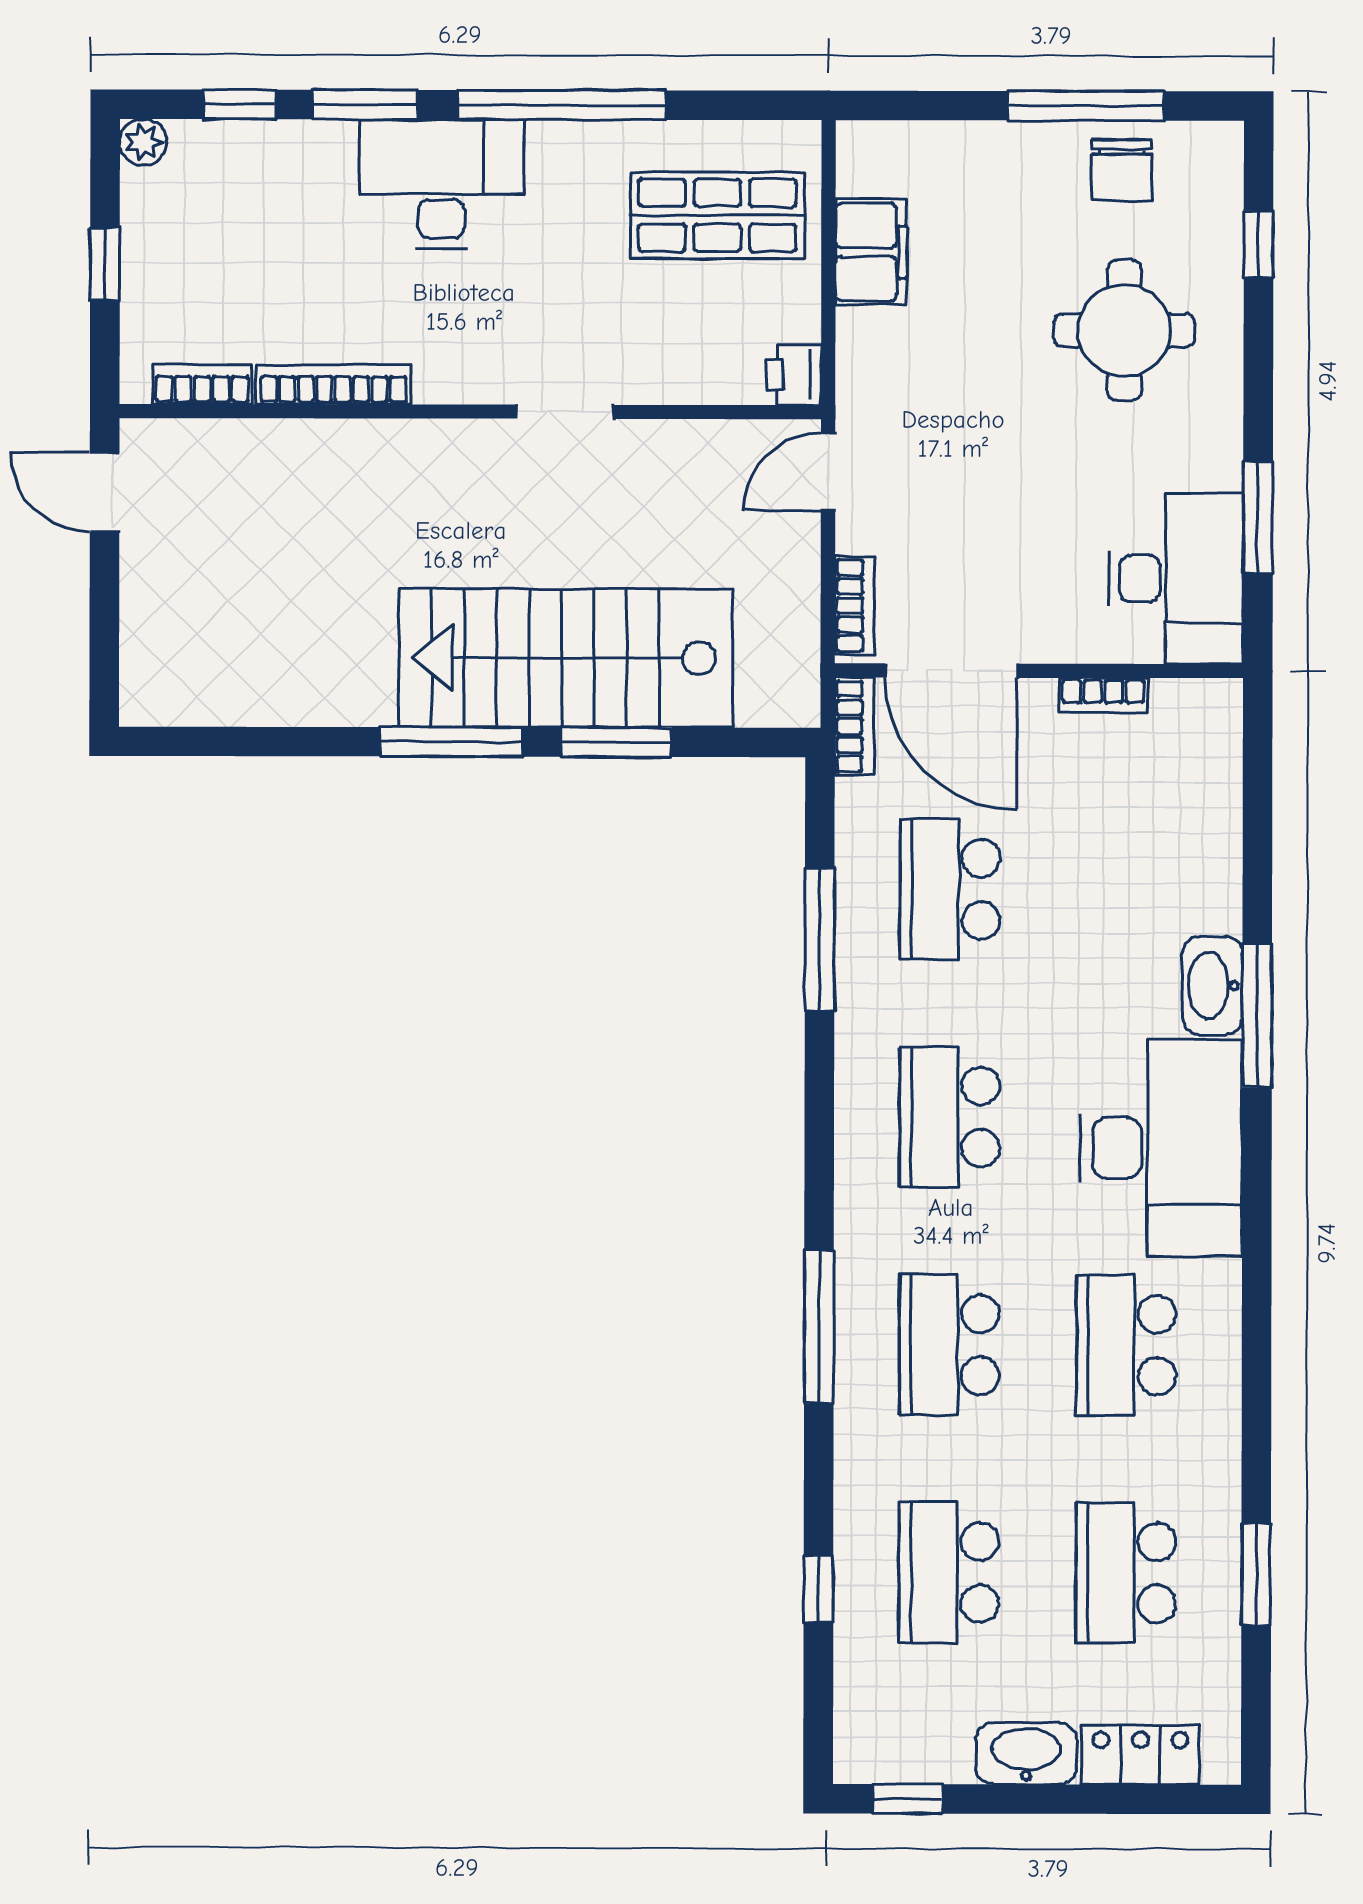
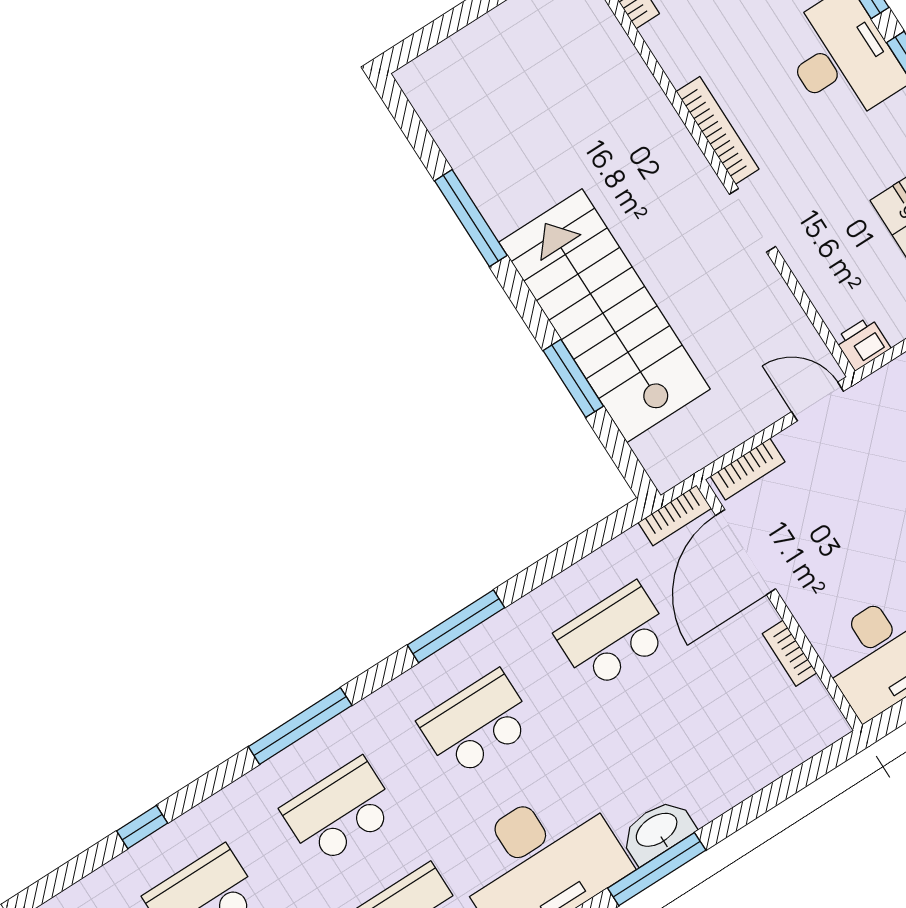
bookcase: (334, 385) -> (718, 130), moved
window: (452, 742) -> (471, 218), moved
window: (820, 939) -> (456, 626), moved

